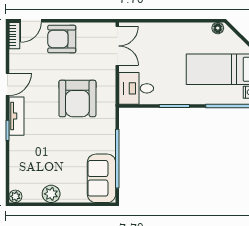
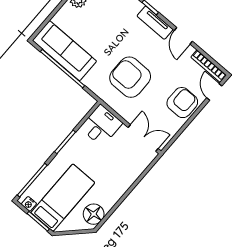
floor lamp: (218, 28) -> (94, 214), width x1.89, depth x1.89
bookcase: (14, 36) -> (209, 66), width x1.56
double door: (117, 46) -> (143, 138), swing flipped
sofa: (102, 178) -> (64, 51), width x1.36

